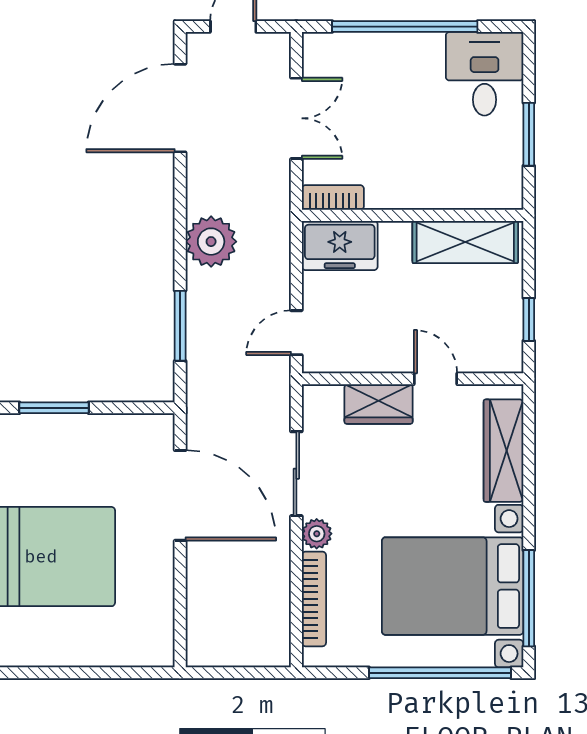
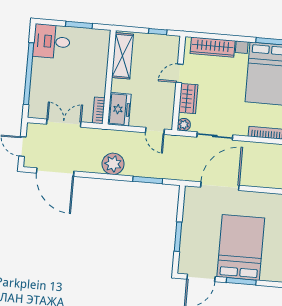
plant: (317, 534) -> (184, 125), moved

